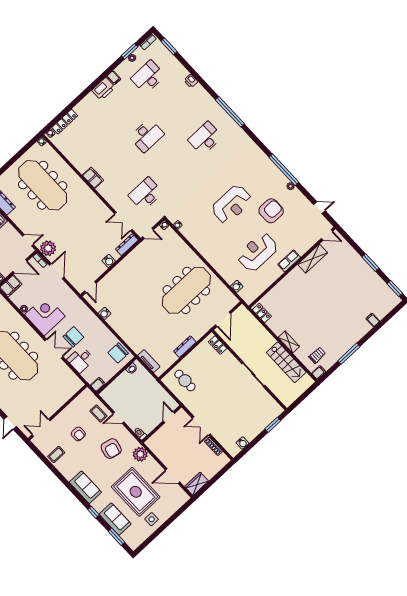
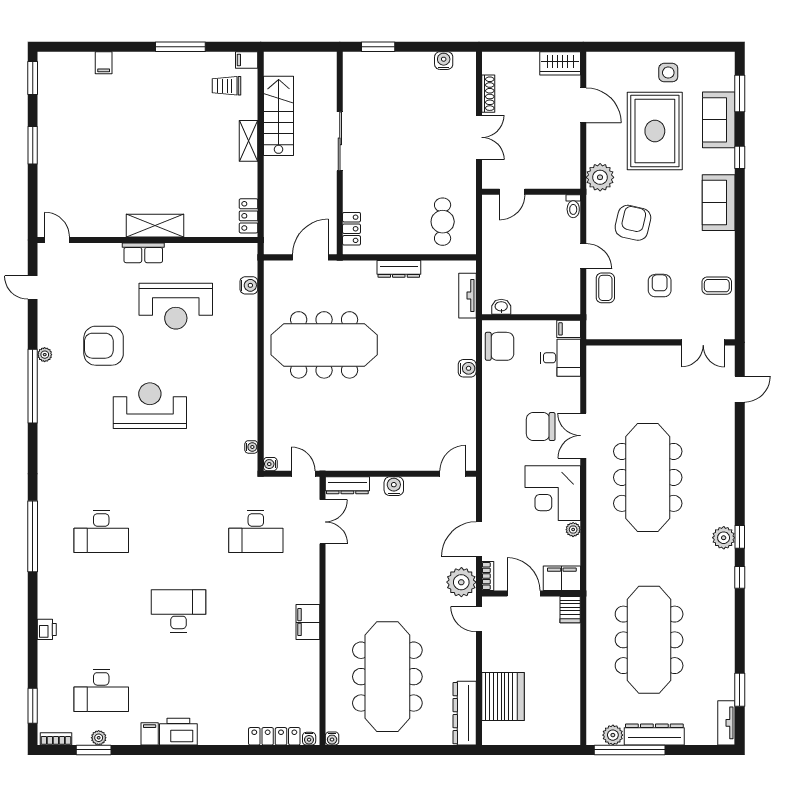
shelving: (313, 259) -> (155, 226), moved
water cooler: (105, 313) -> (467, 368), moved
desk: (81, 360) -> (560, 358), moved

